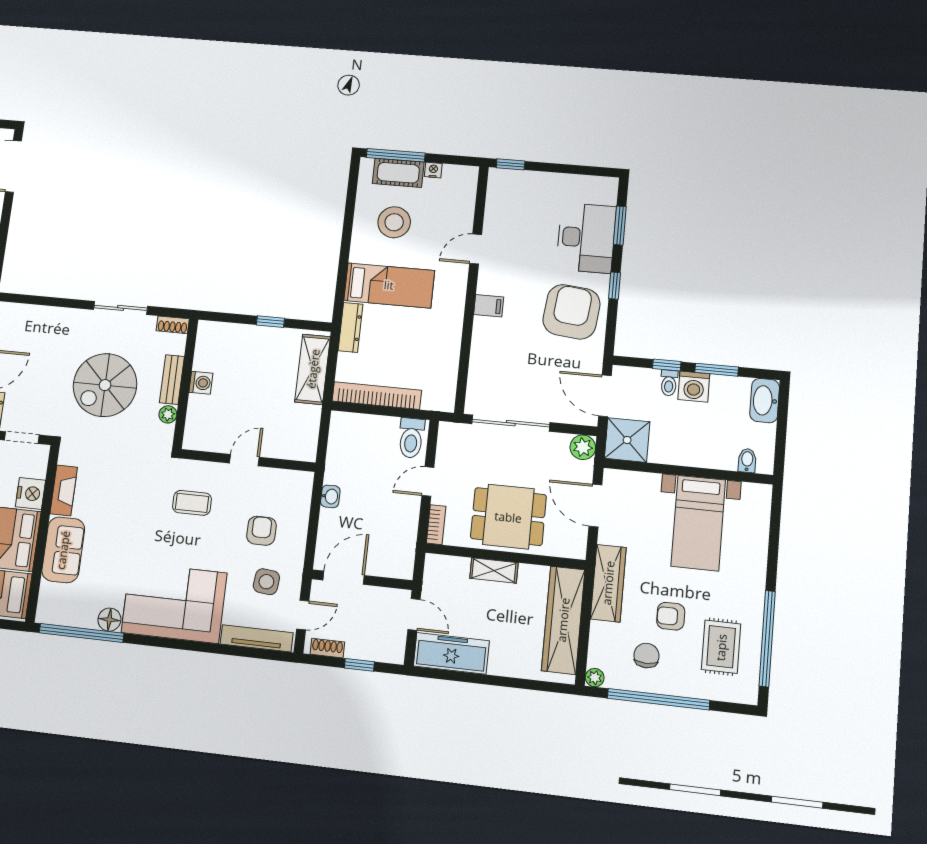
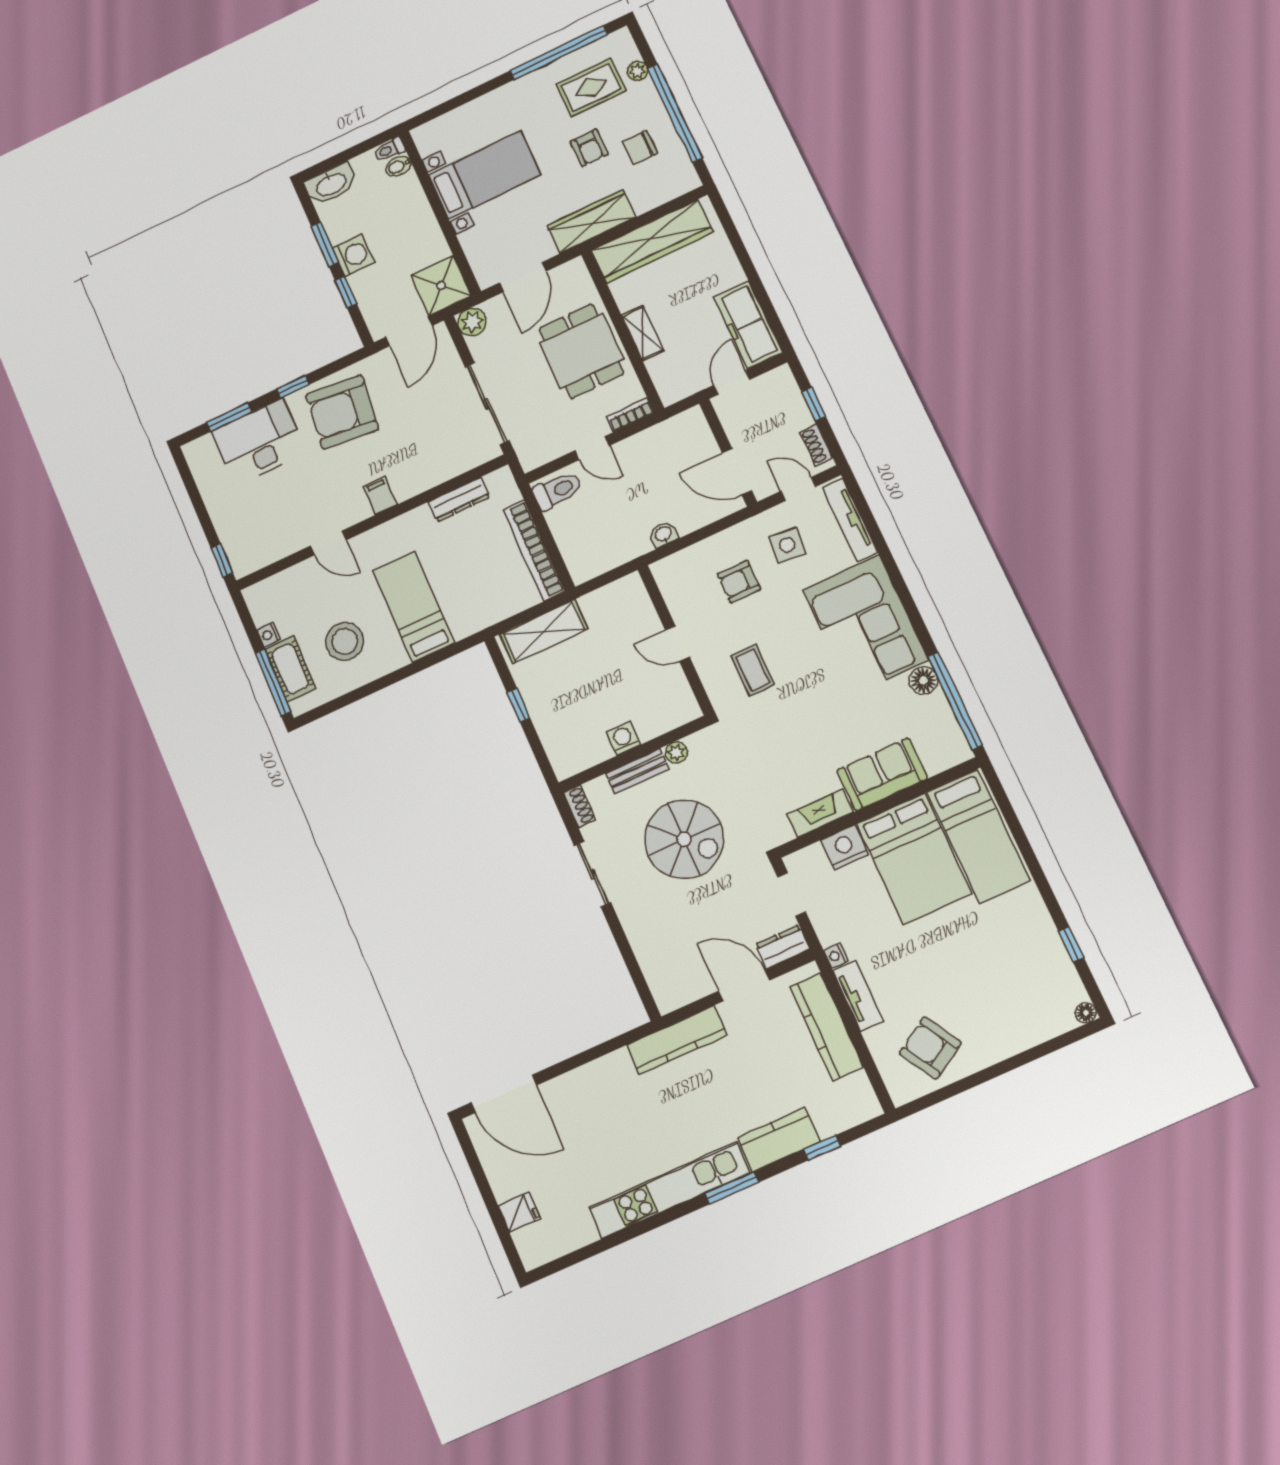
dresser: (351, 327) -> (459, 499), moved, turned 180
toilet: (669, 383) -> (389, 149), moved, turned 180
plant: (595, 678) -> (637, 71), moved

